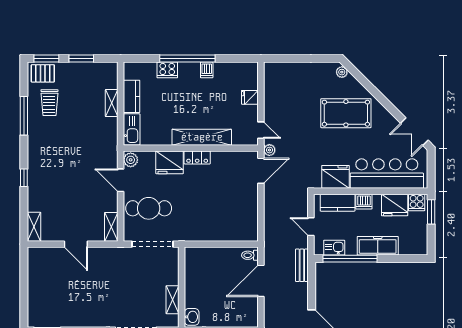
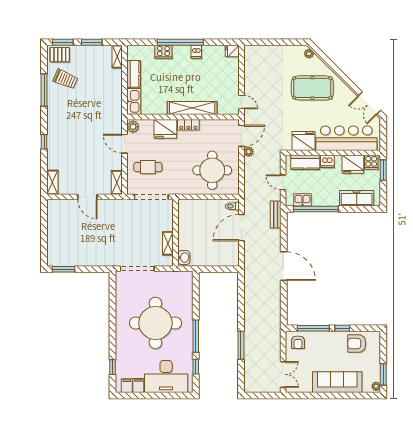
fridge: (250, 97) -> (232, 51), moved
trolley: (49, 103) -> (65, 79), turned -67
shelving: (112, 103) -> (117, 57), moved
plant: (269, 150) -> (249, 152), moved
cafe table: (149, 208) -> (148, 167), width x0.73, depth x0.74
round table: (226, 212) -> (212, 170), added
freezer: (378, 246) -> (357, 198), moved

